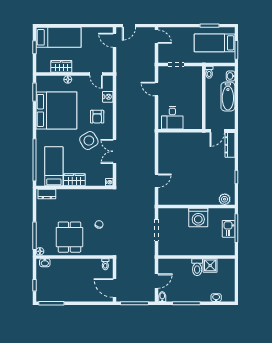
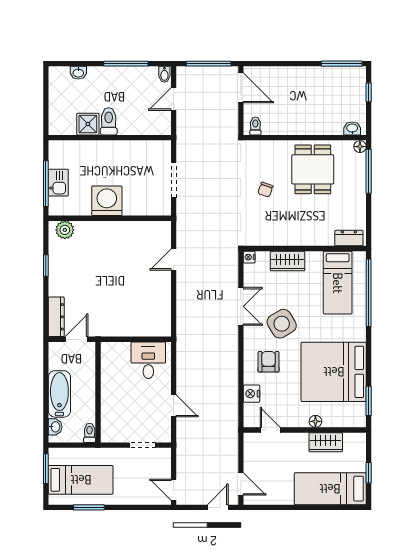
wardrobe: (74, 180) -> (287, 261), moved

